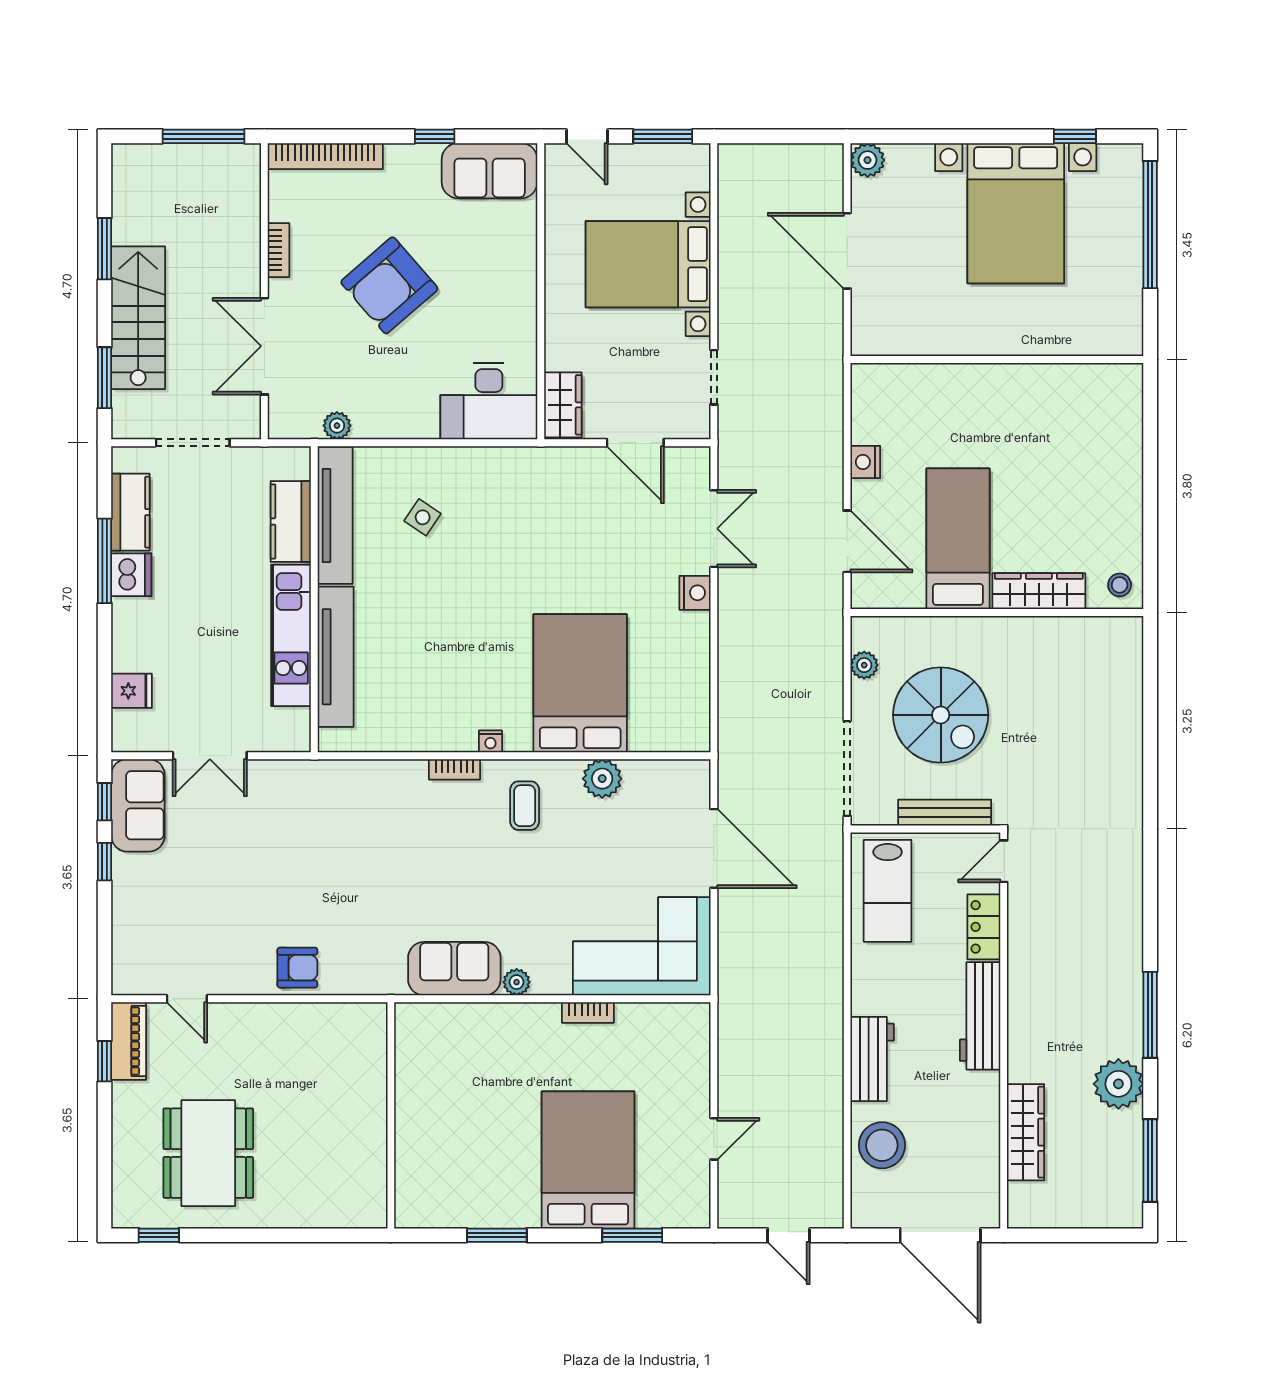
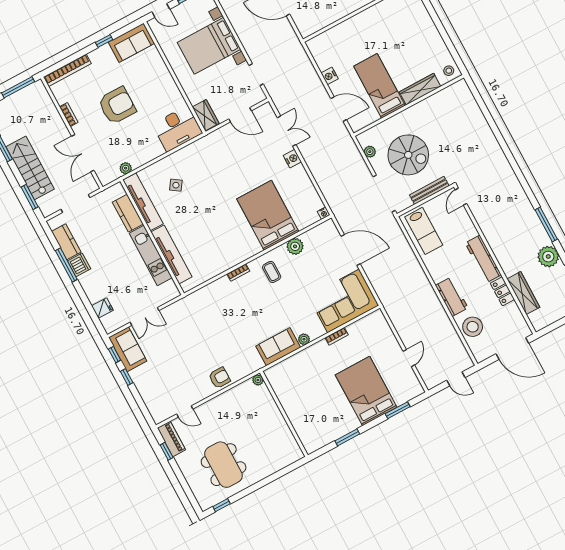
armchair: (389, 285) -> (117, 106), turned -139
nightstand: (490, 741) -> (324, 213), moved
locker: (984, 927) -> (502, 291), moved
plant: (375, 1015) -> (258, 380), added

